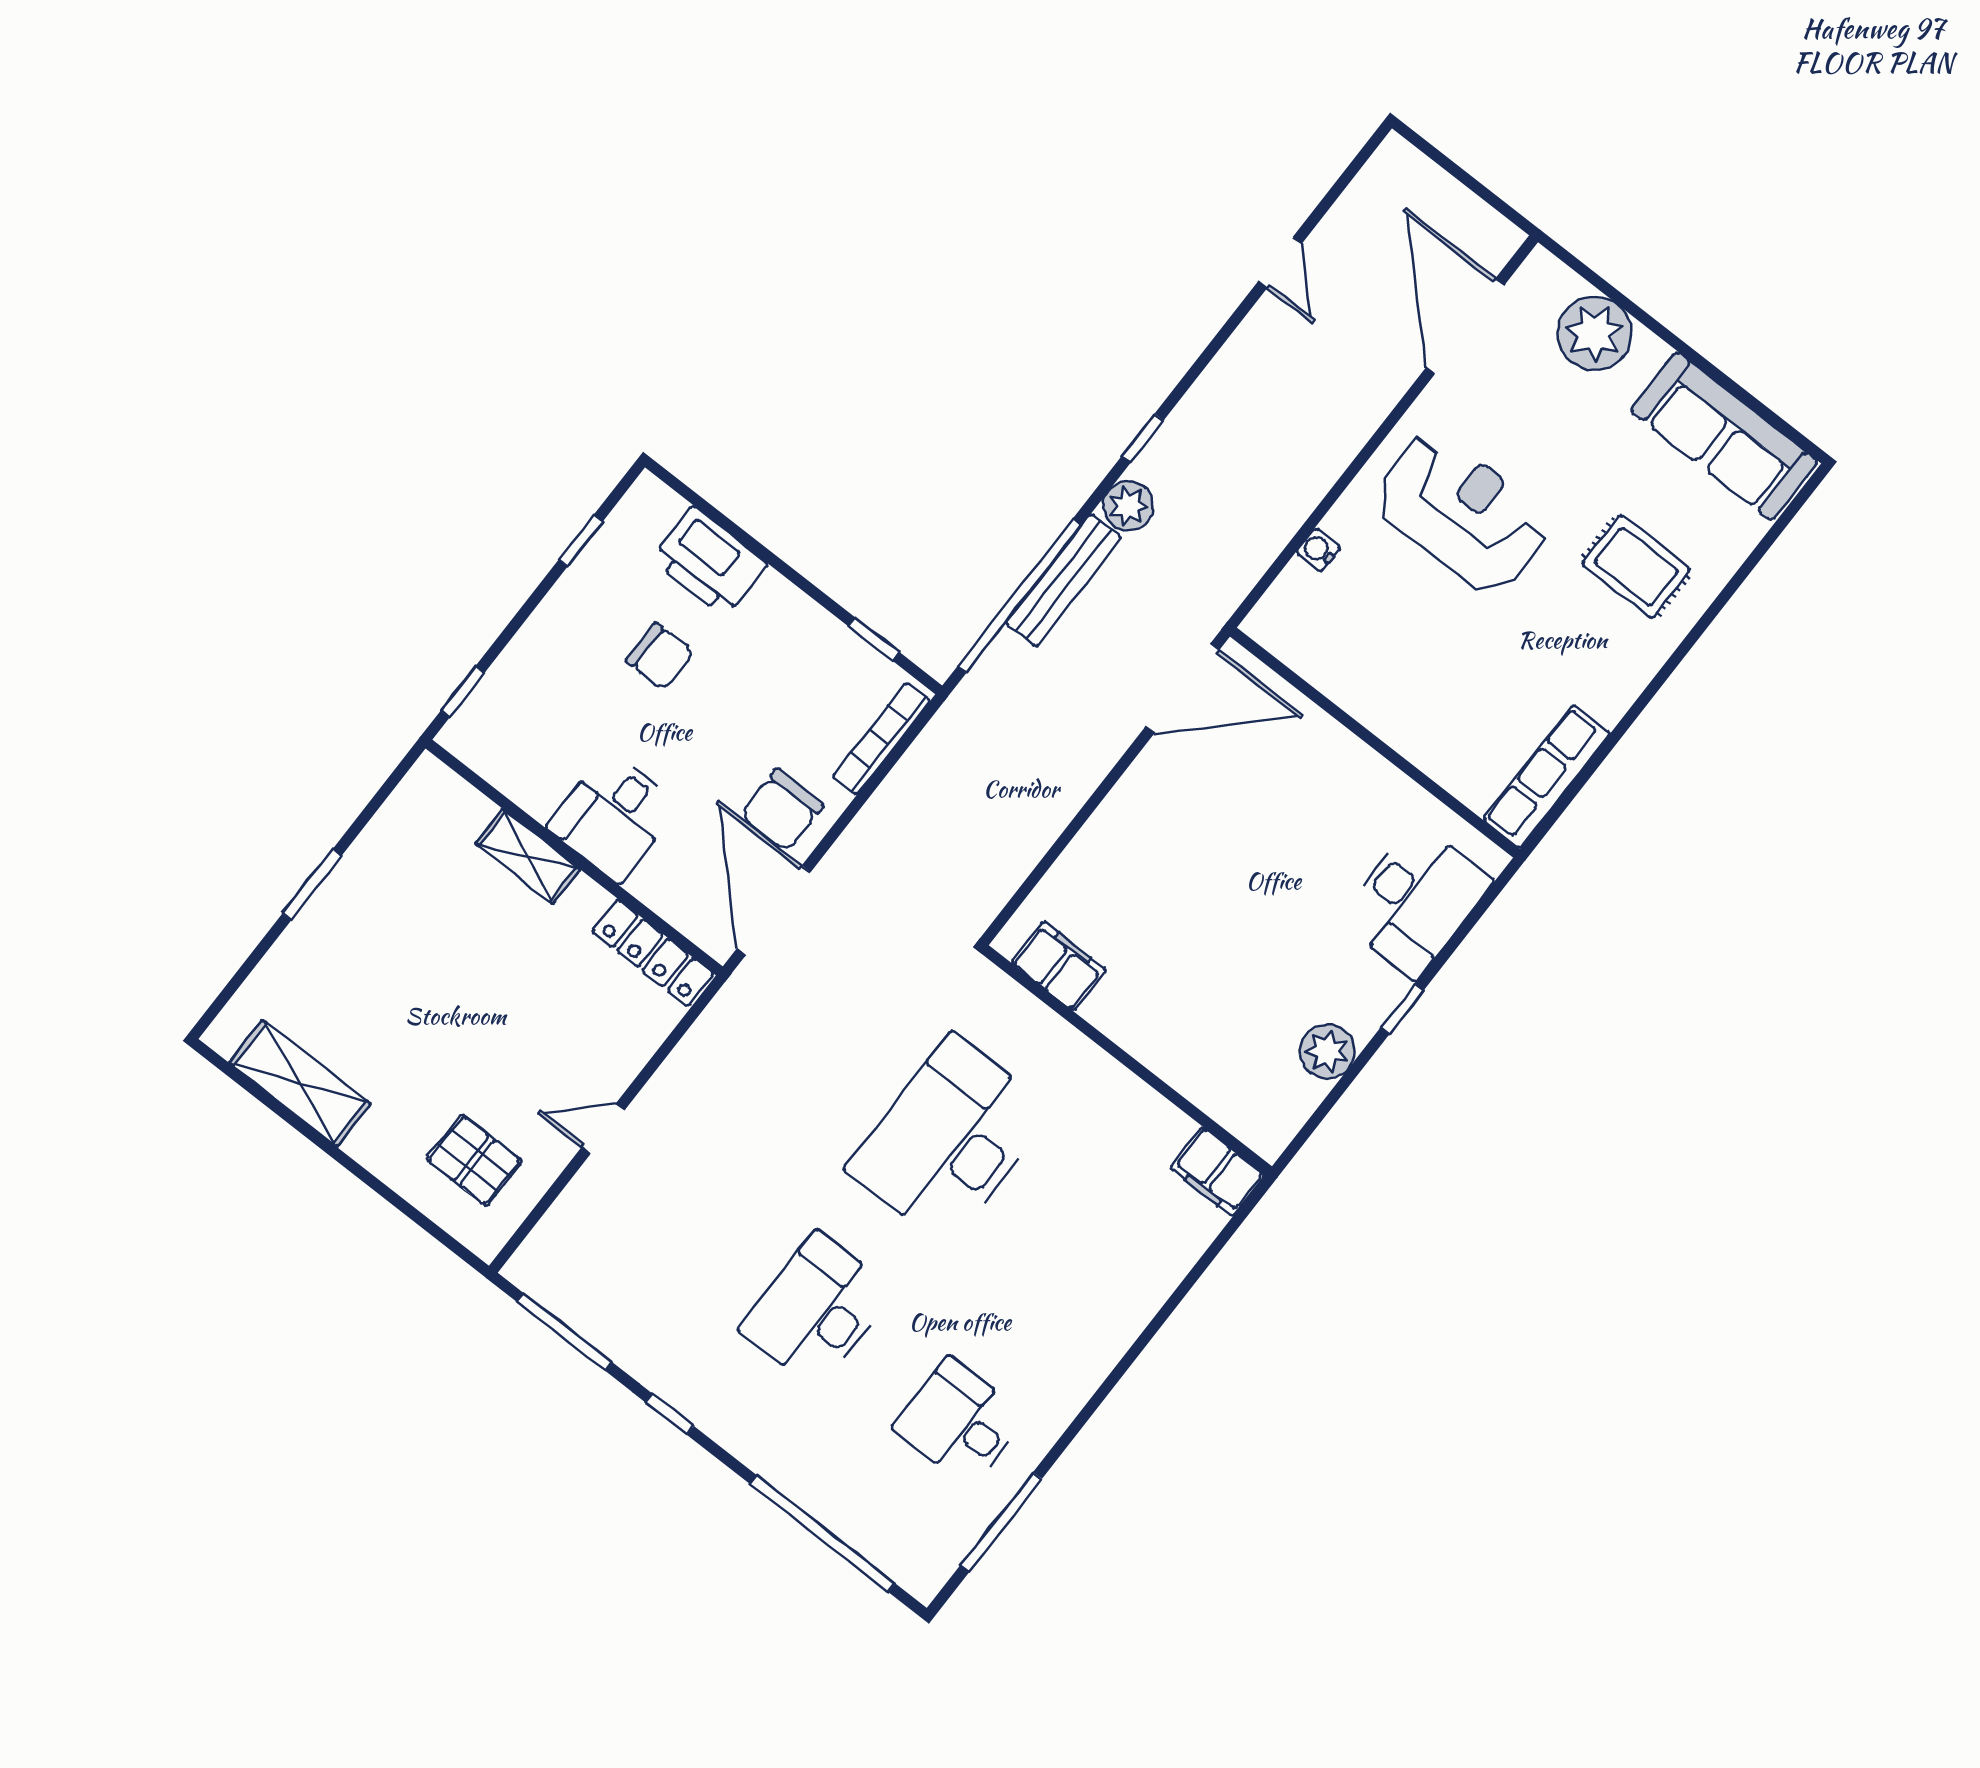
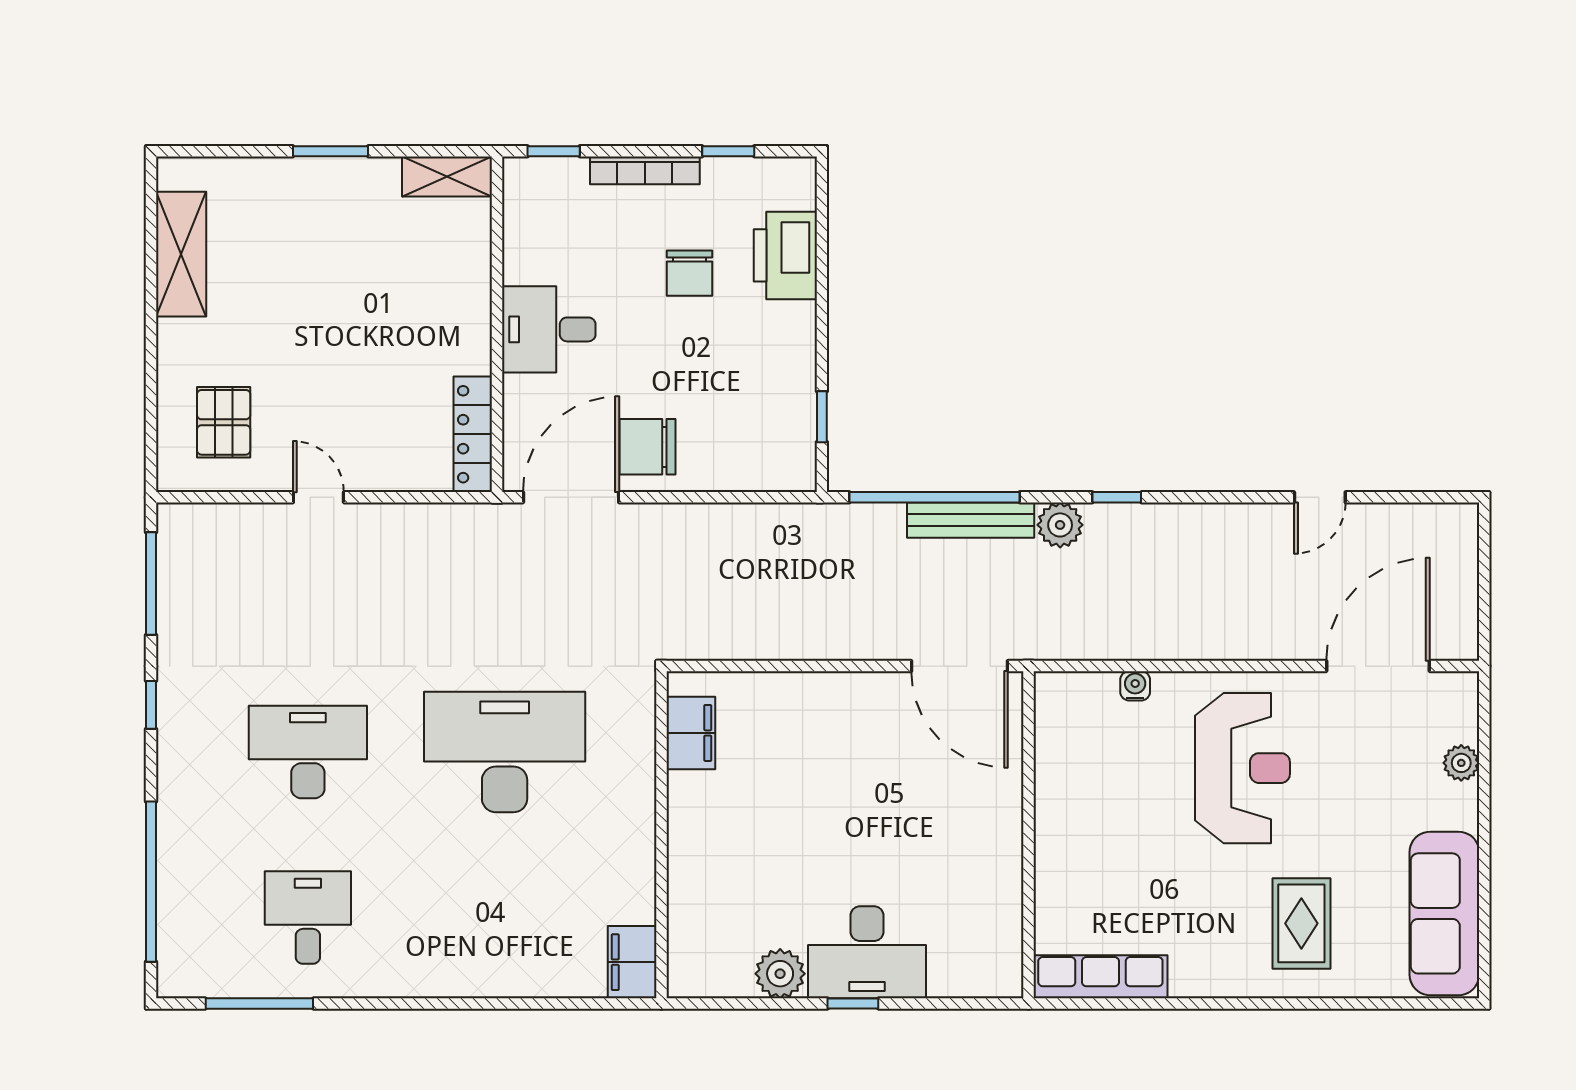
plant: (1595, 333) -> (1461, 763), width x0.53, depth x0.53
bookcase: (881, 739) -> (645, 170), moved, turned 180
shelving: (528, 857) -> (447, 177), moved, turned 90
desk: (1416, 900) -> (867, 952), moved

